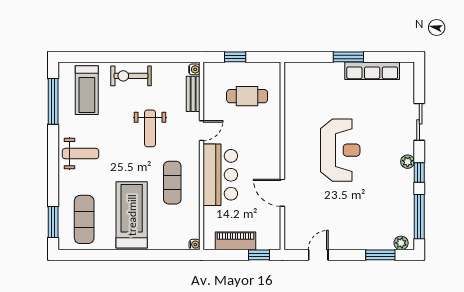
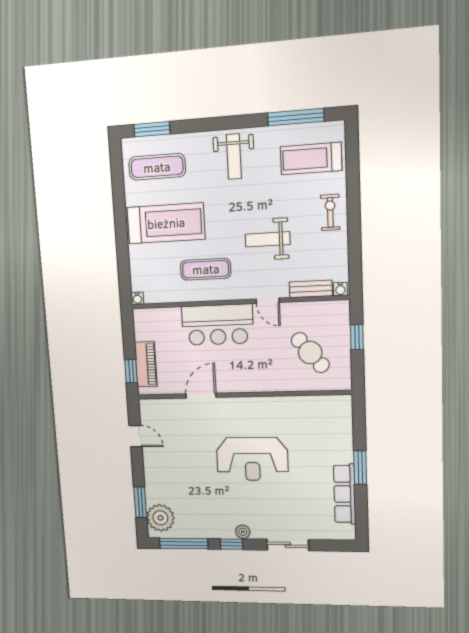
exercise bike: (131, 76) -> (330, 212), width x0.73, depth x0.72
cafe table: (247, 96) -> (310, 353), turned -39
piano: (235, 241) -> (146, 364), moved
plant: (401, 243) -> (160, 518), width x1.87, depth x1.87

